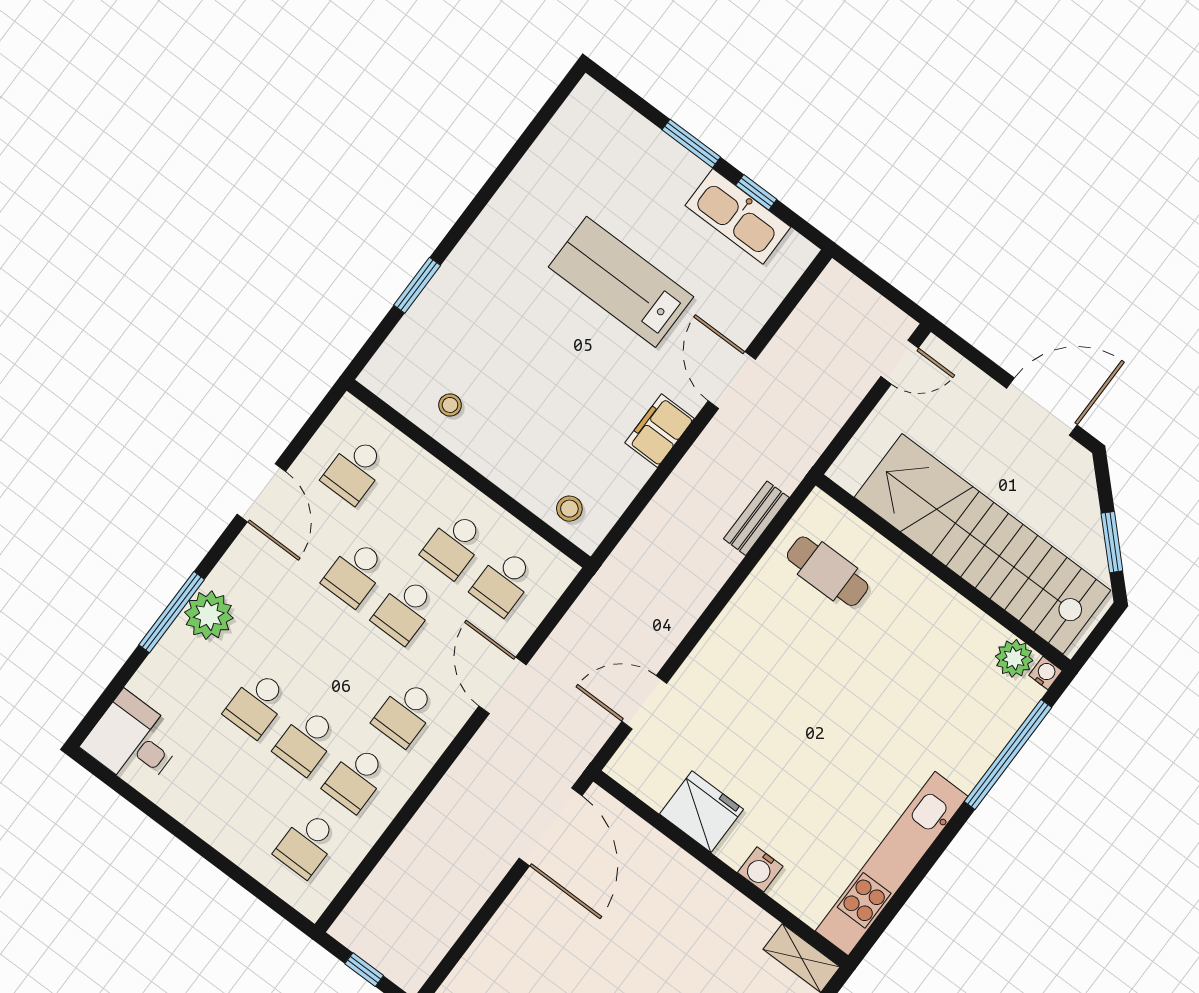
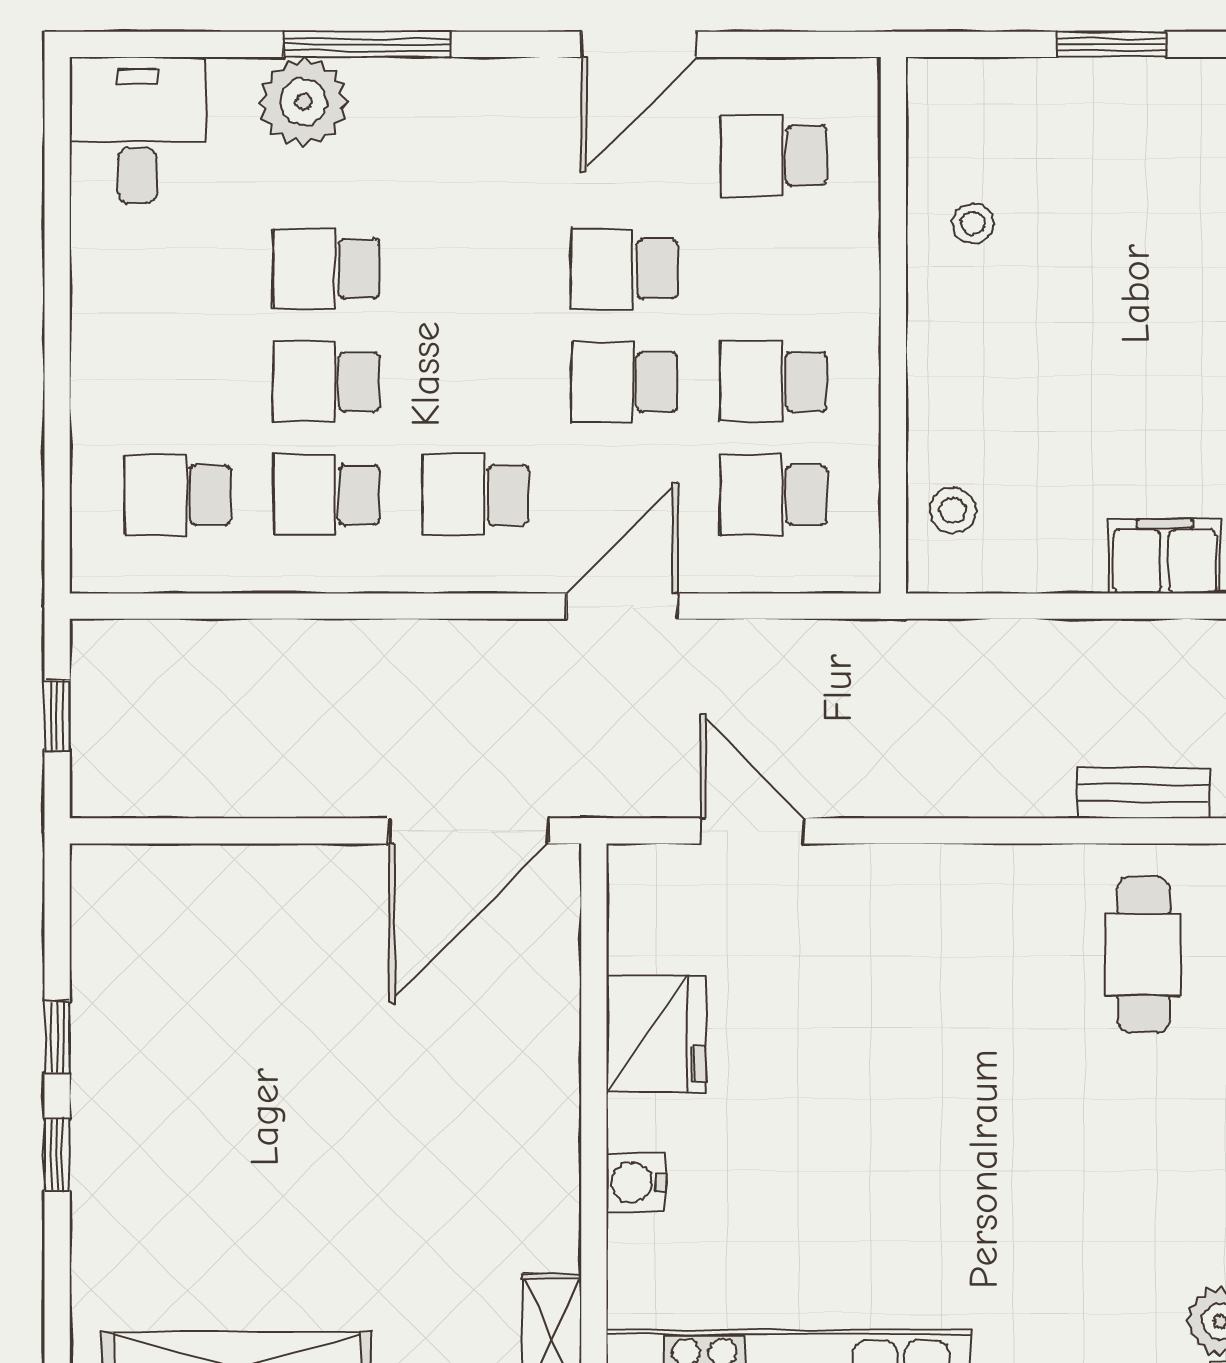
plant: (209, 615) -> (304, 102), moved

